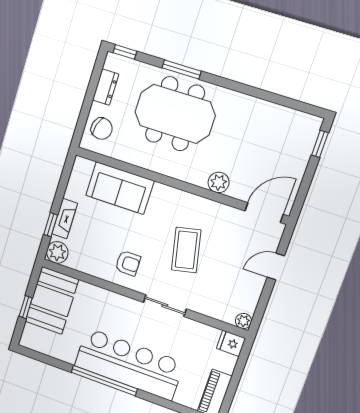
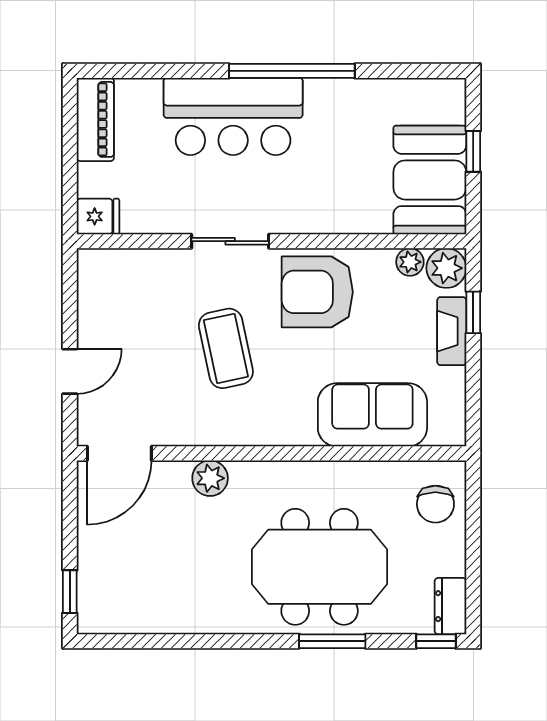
dresser: (106, 87) -> (450, 606), moved
chair: (102, 129) -> (435, 504), turned -107
armchair: (128, 263) -> (317, 292), width x1.88, depth x1.88
plant: (243, 321) -> (410, 262), moved
bar counter: (129, 364) -> (233, 116), width x0.73

